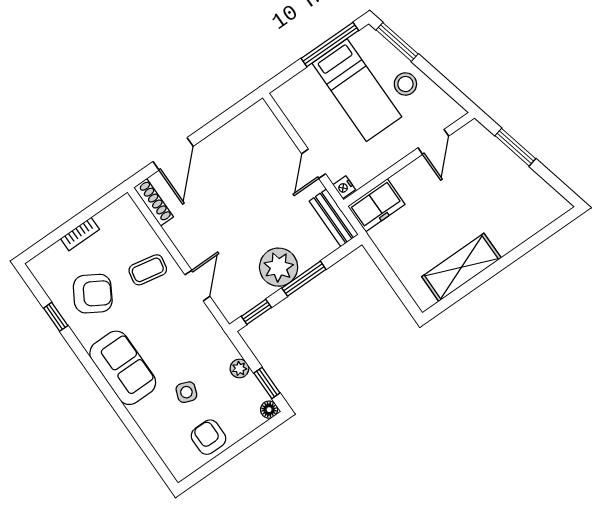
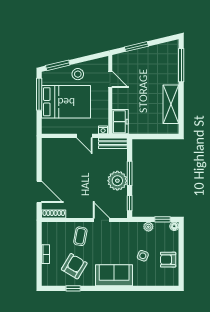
bed: (357, 90) -> (66, 102), width x1.50
window: (536, 240) -> (181, 65), added

